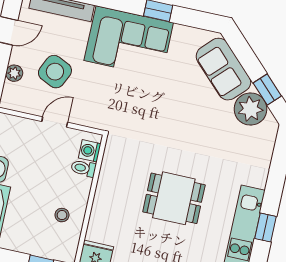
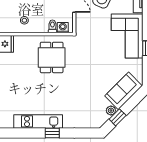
plant: (250, 109) -> (111, 111), width x0.53, depth x0.53
dining table: (174, 198) -> (52, 57), moved
window: (265, 228) -> (52, 133), moved

